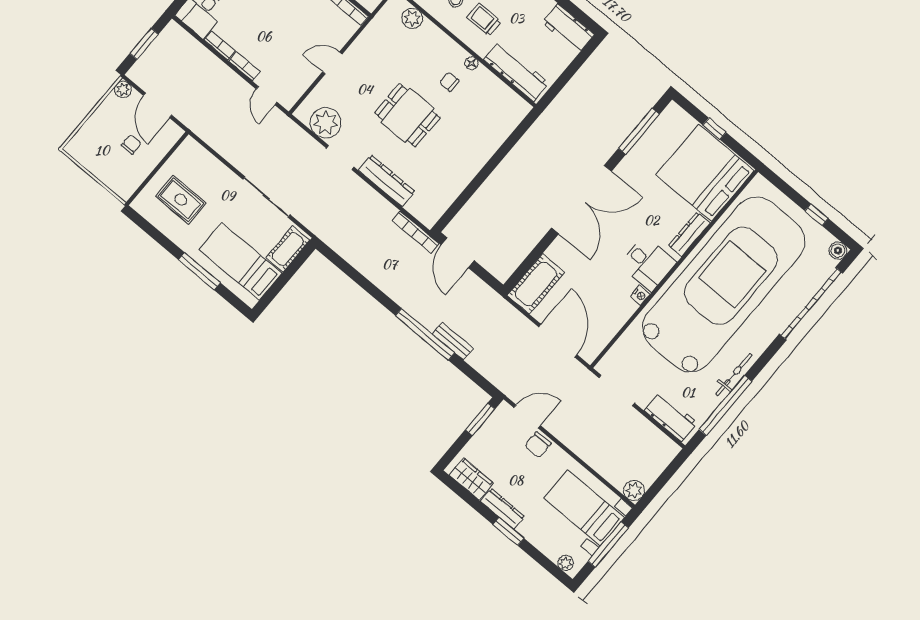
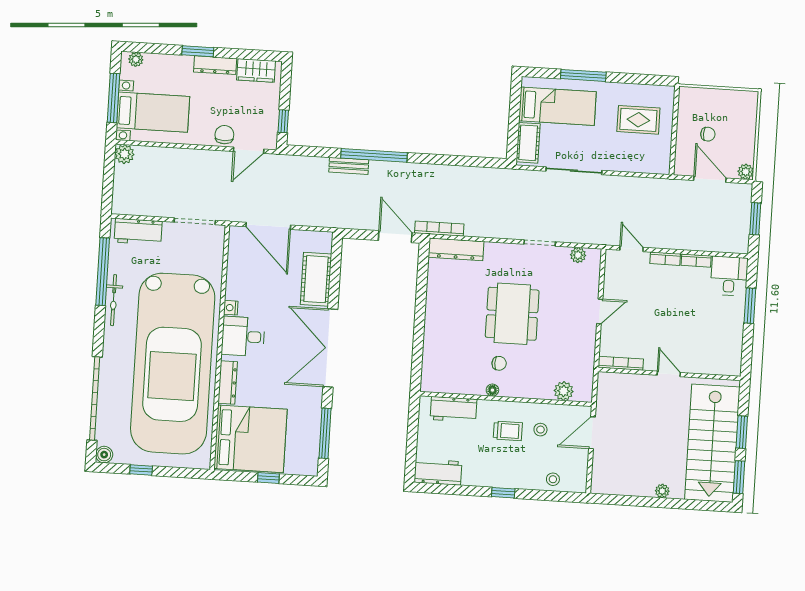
workbench: (516, 71) -> (453, 409), width x0.73
dining table: (407, 115) -> (512, 314), width x1.38
plant: (326, 123) -> (578, 255), width x0.53, depth x0.53
chair: (131, 144) -> (708, 134), turned -88
dresser: (387, 181) -> (456, 249), moved
cot: (536, 284) -> (316, 279), moved
window: (480, 419) -> (283, 121), width x0.67

